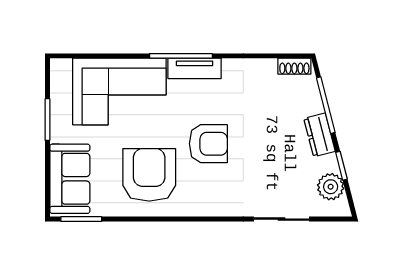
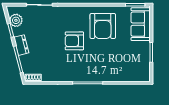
tv unit: (195, 68) -> (81, 77), removed
corner sofa: (119, 92) -> (117, 66), removed

